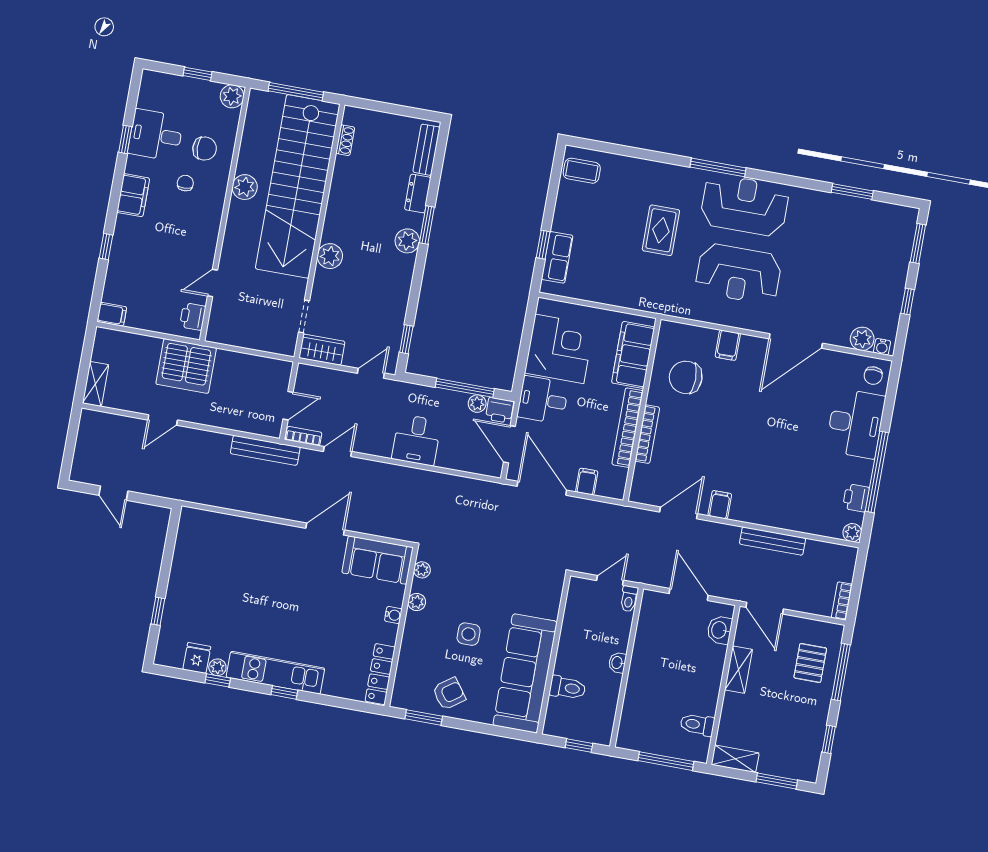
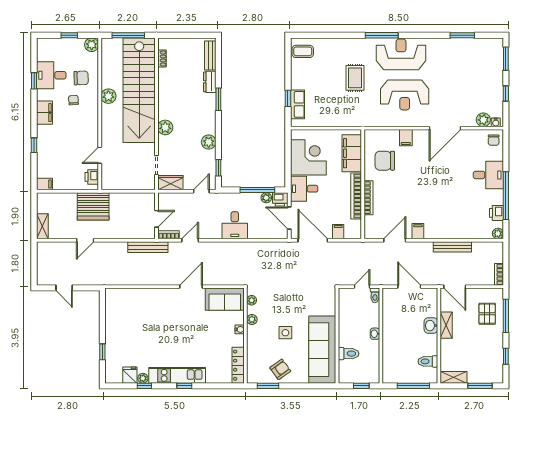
plant: (407, 241) -> (209, 142), moved
desk: (855, 424) -> (488, 175), width x0.73
washbasin: (720, 630) -> (431, 326), moved

